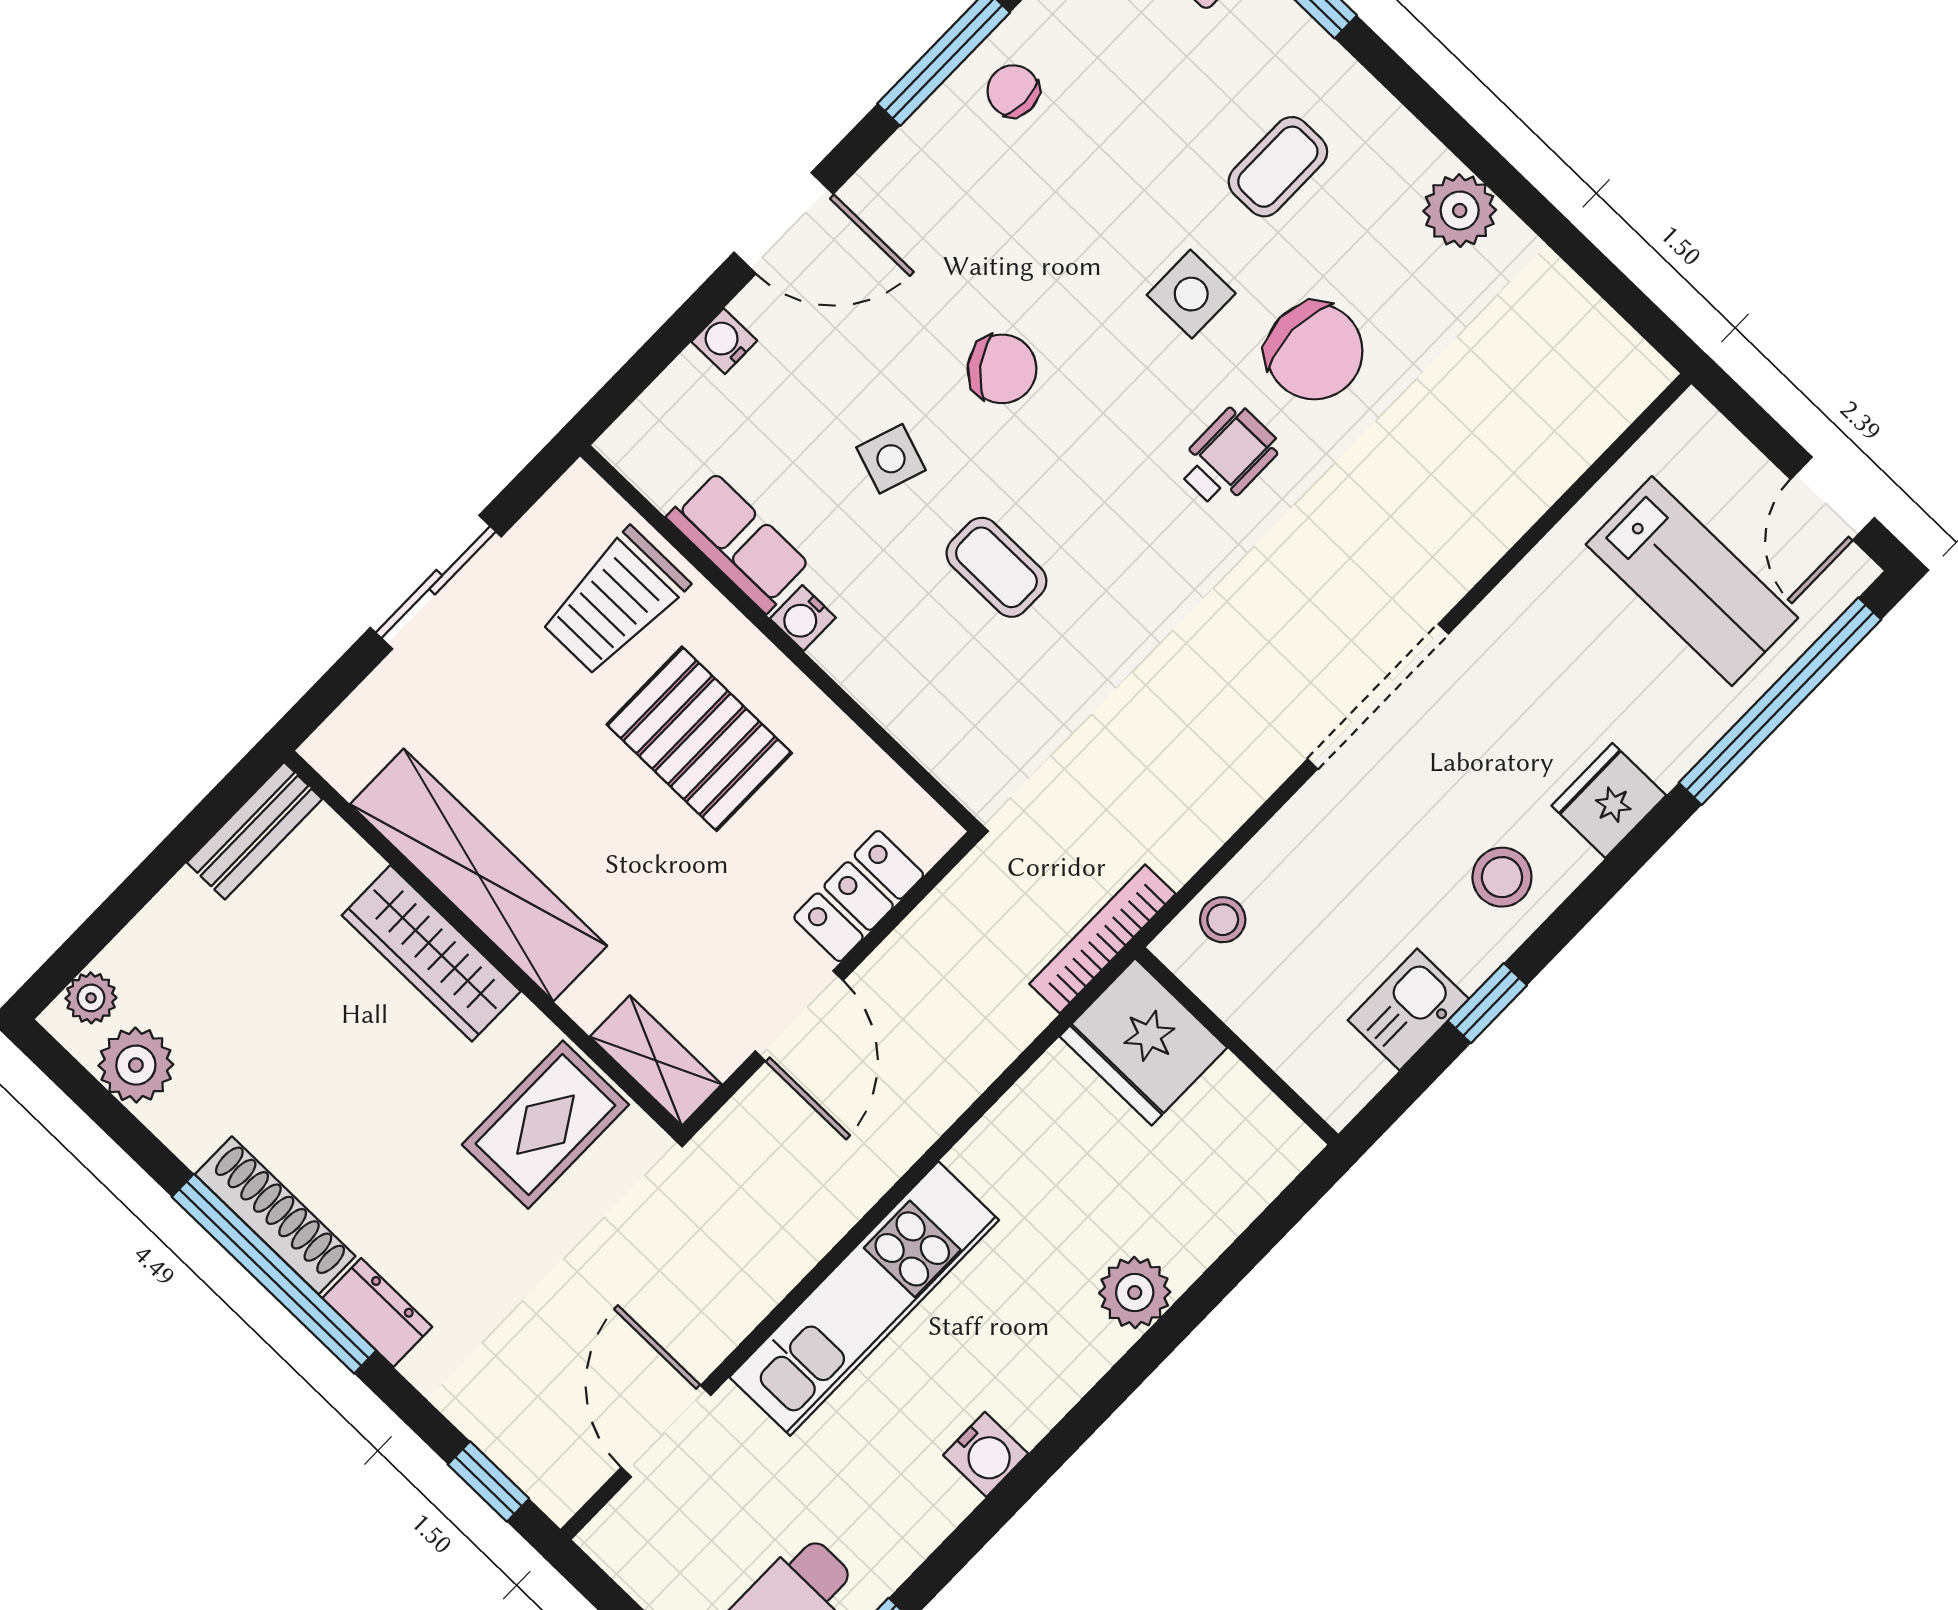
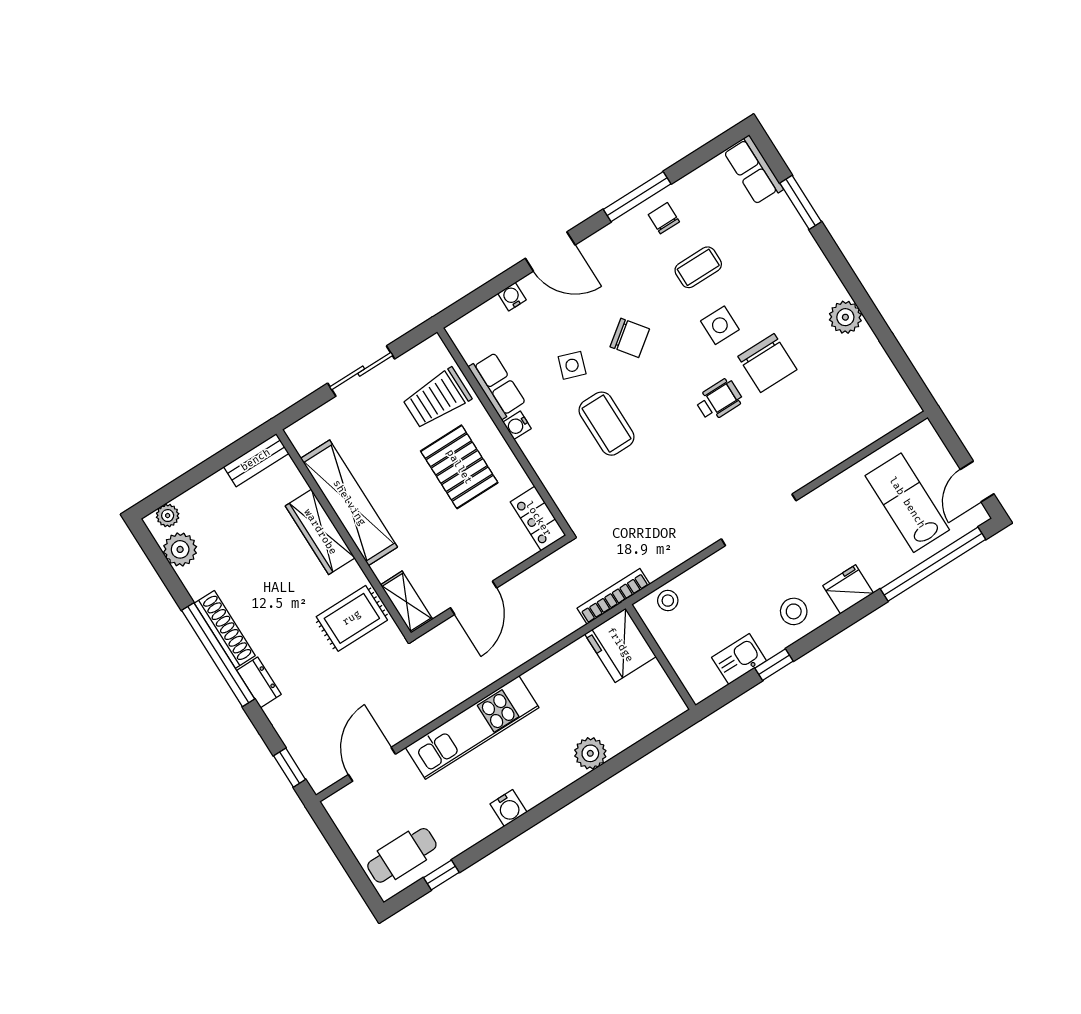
coffee table: (1278, 167) -> (698, 267), moved
coffee table: (996, 567) -> (607, 424), width x1.36, depth x1.30
lab bench: (1692, 581) -> (907, 503), turned 180
locker: (859, 896) -> (538, 519), moved, turned -90

